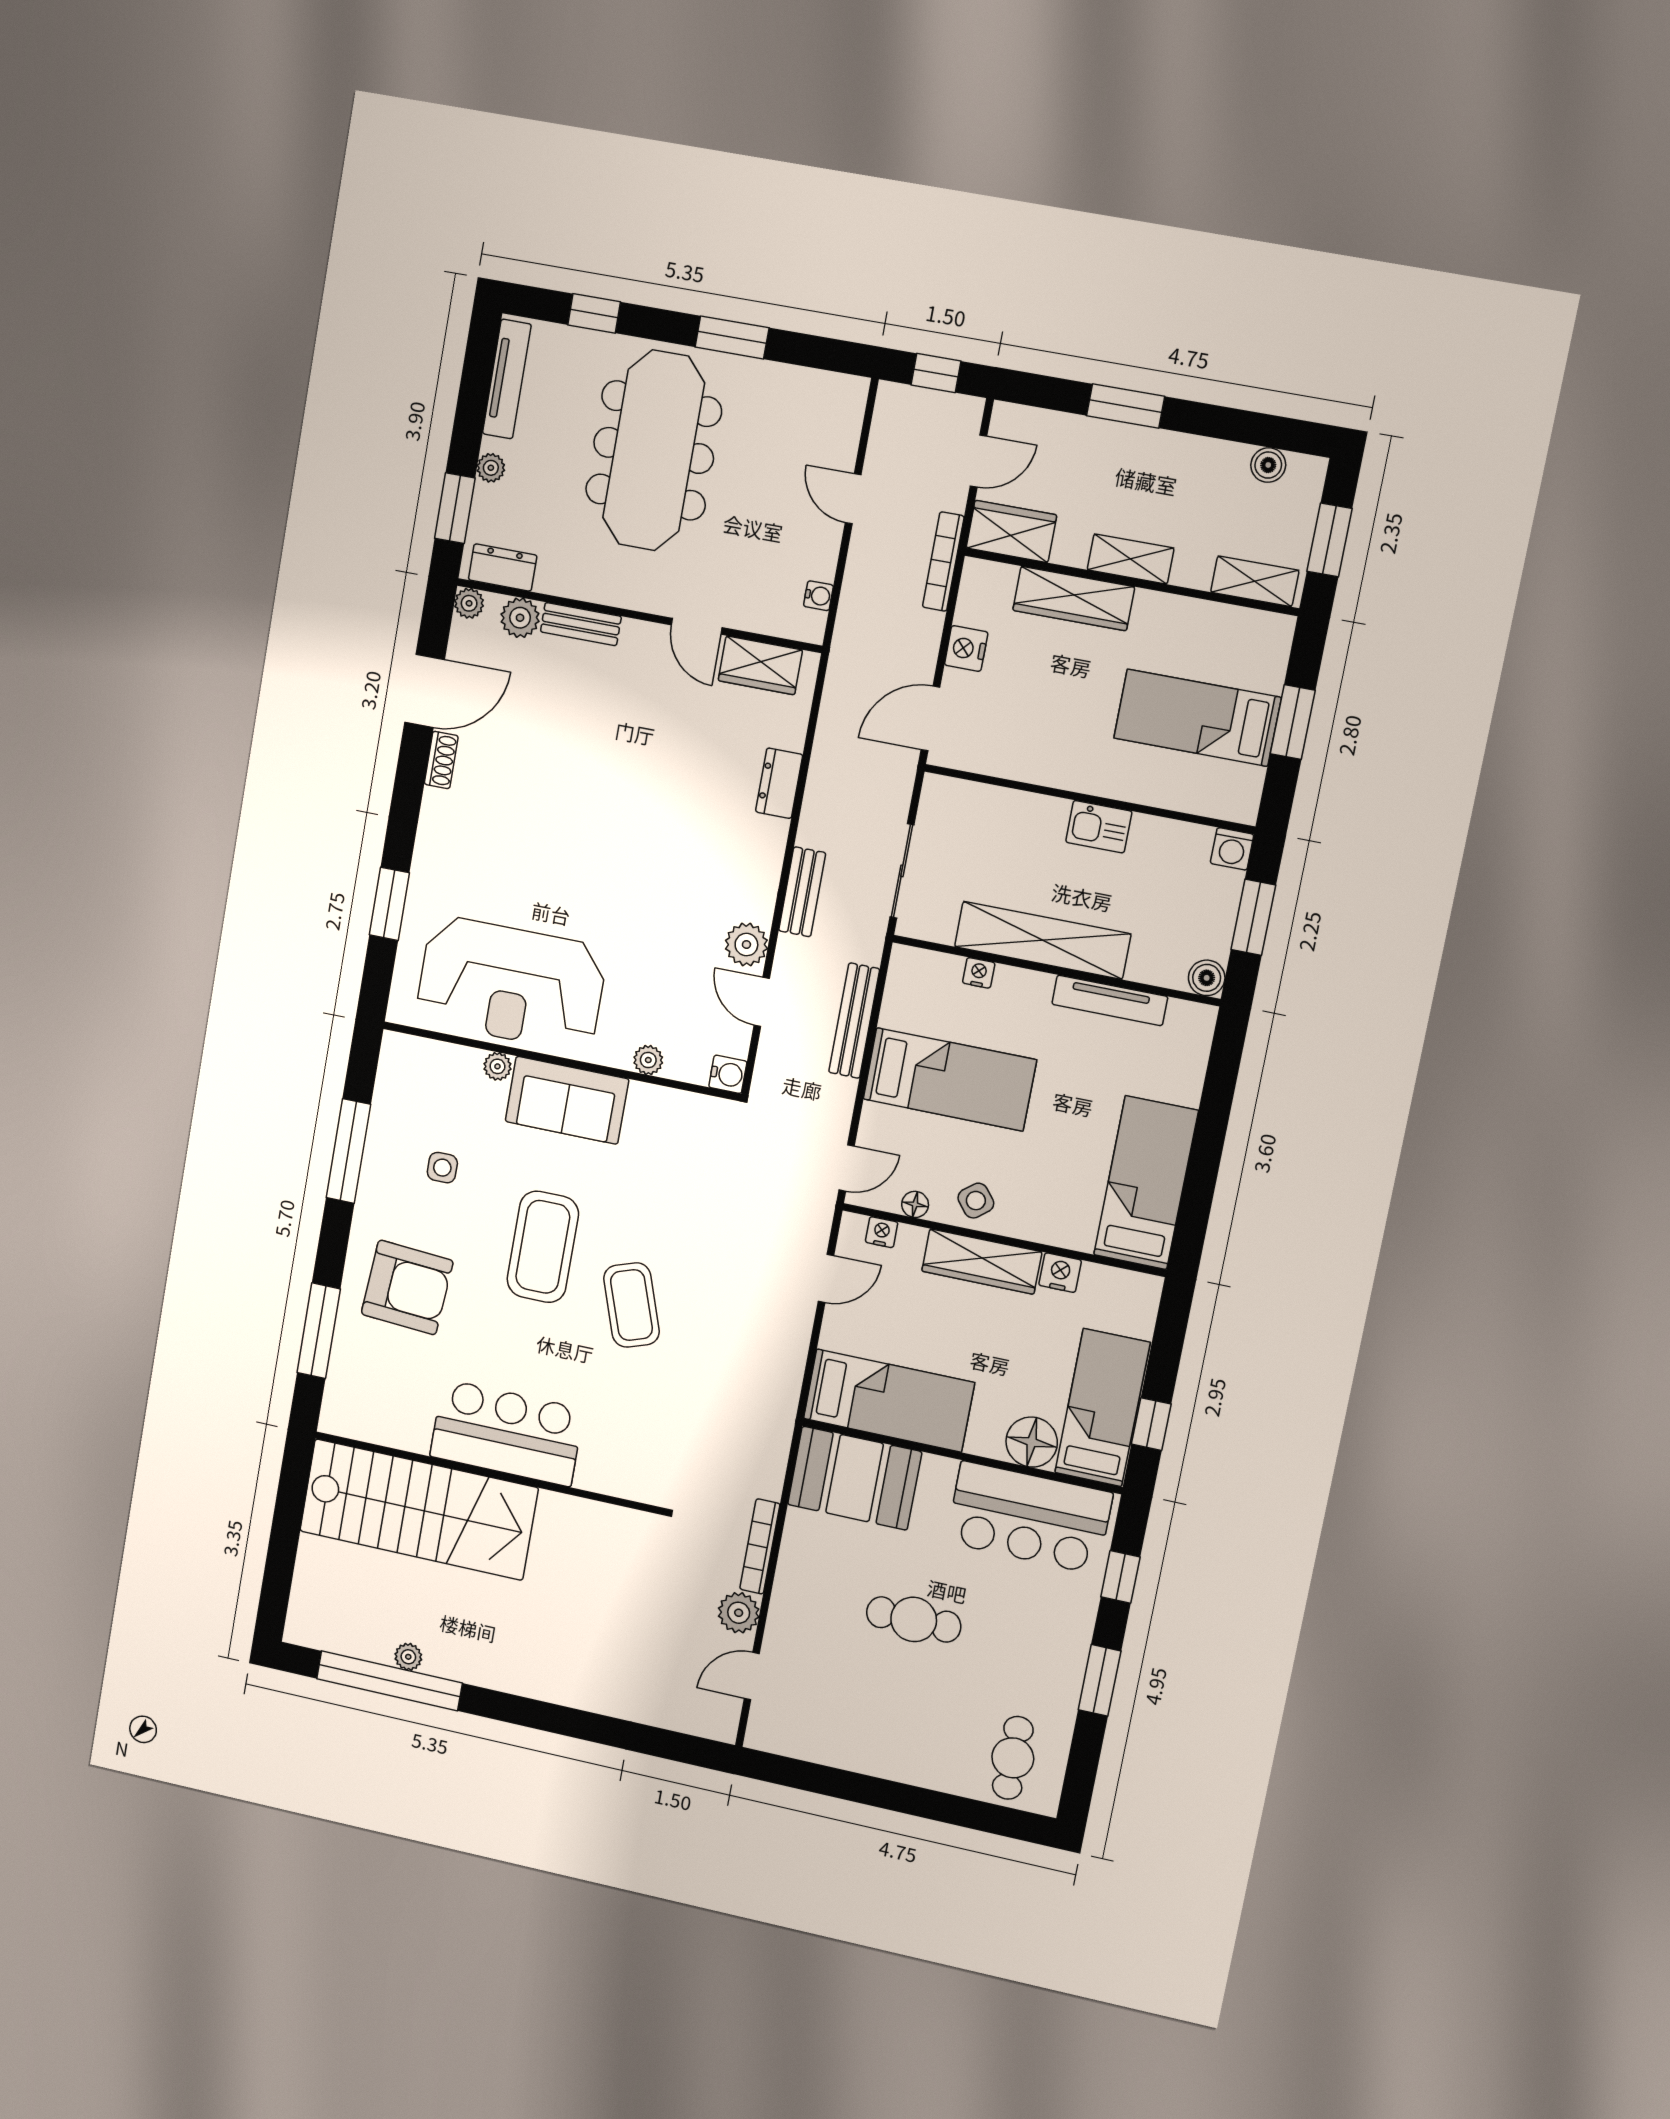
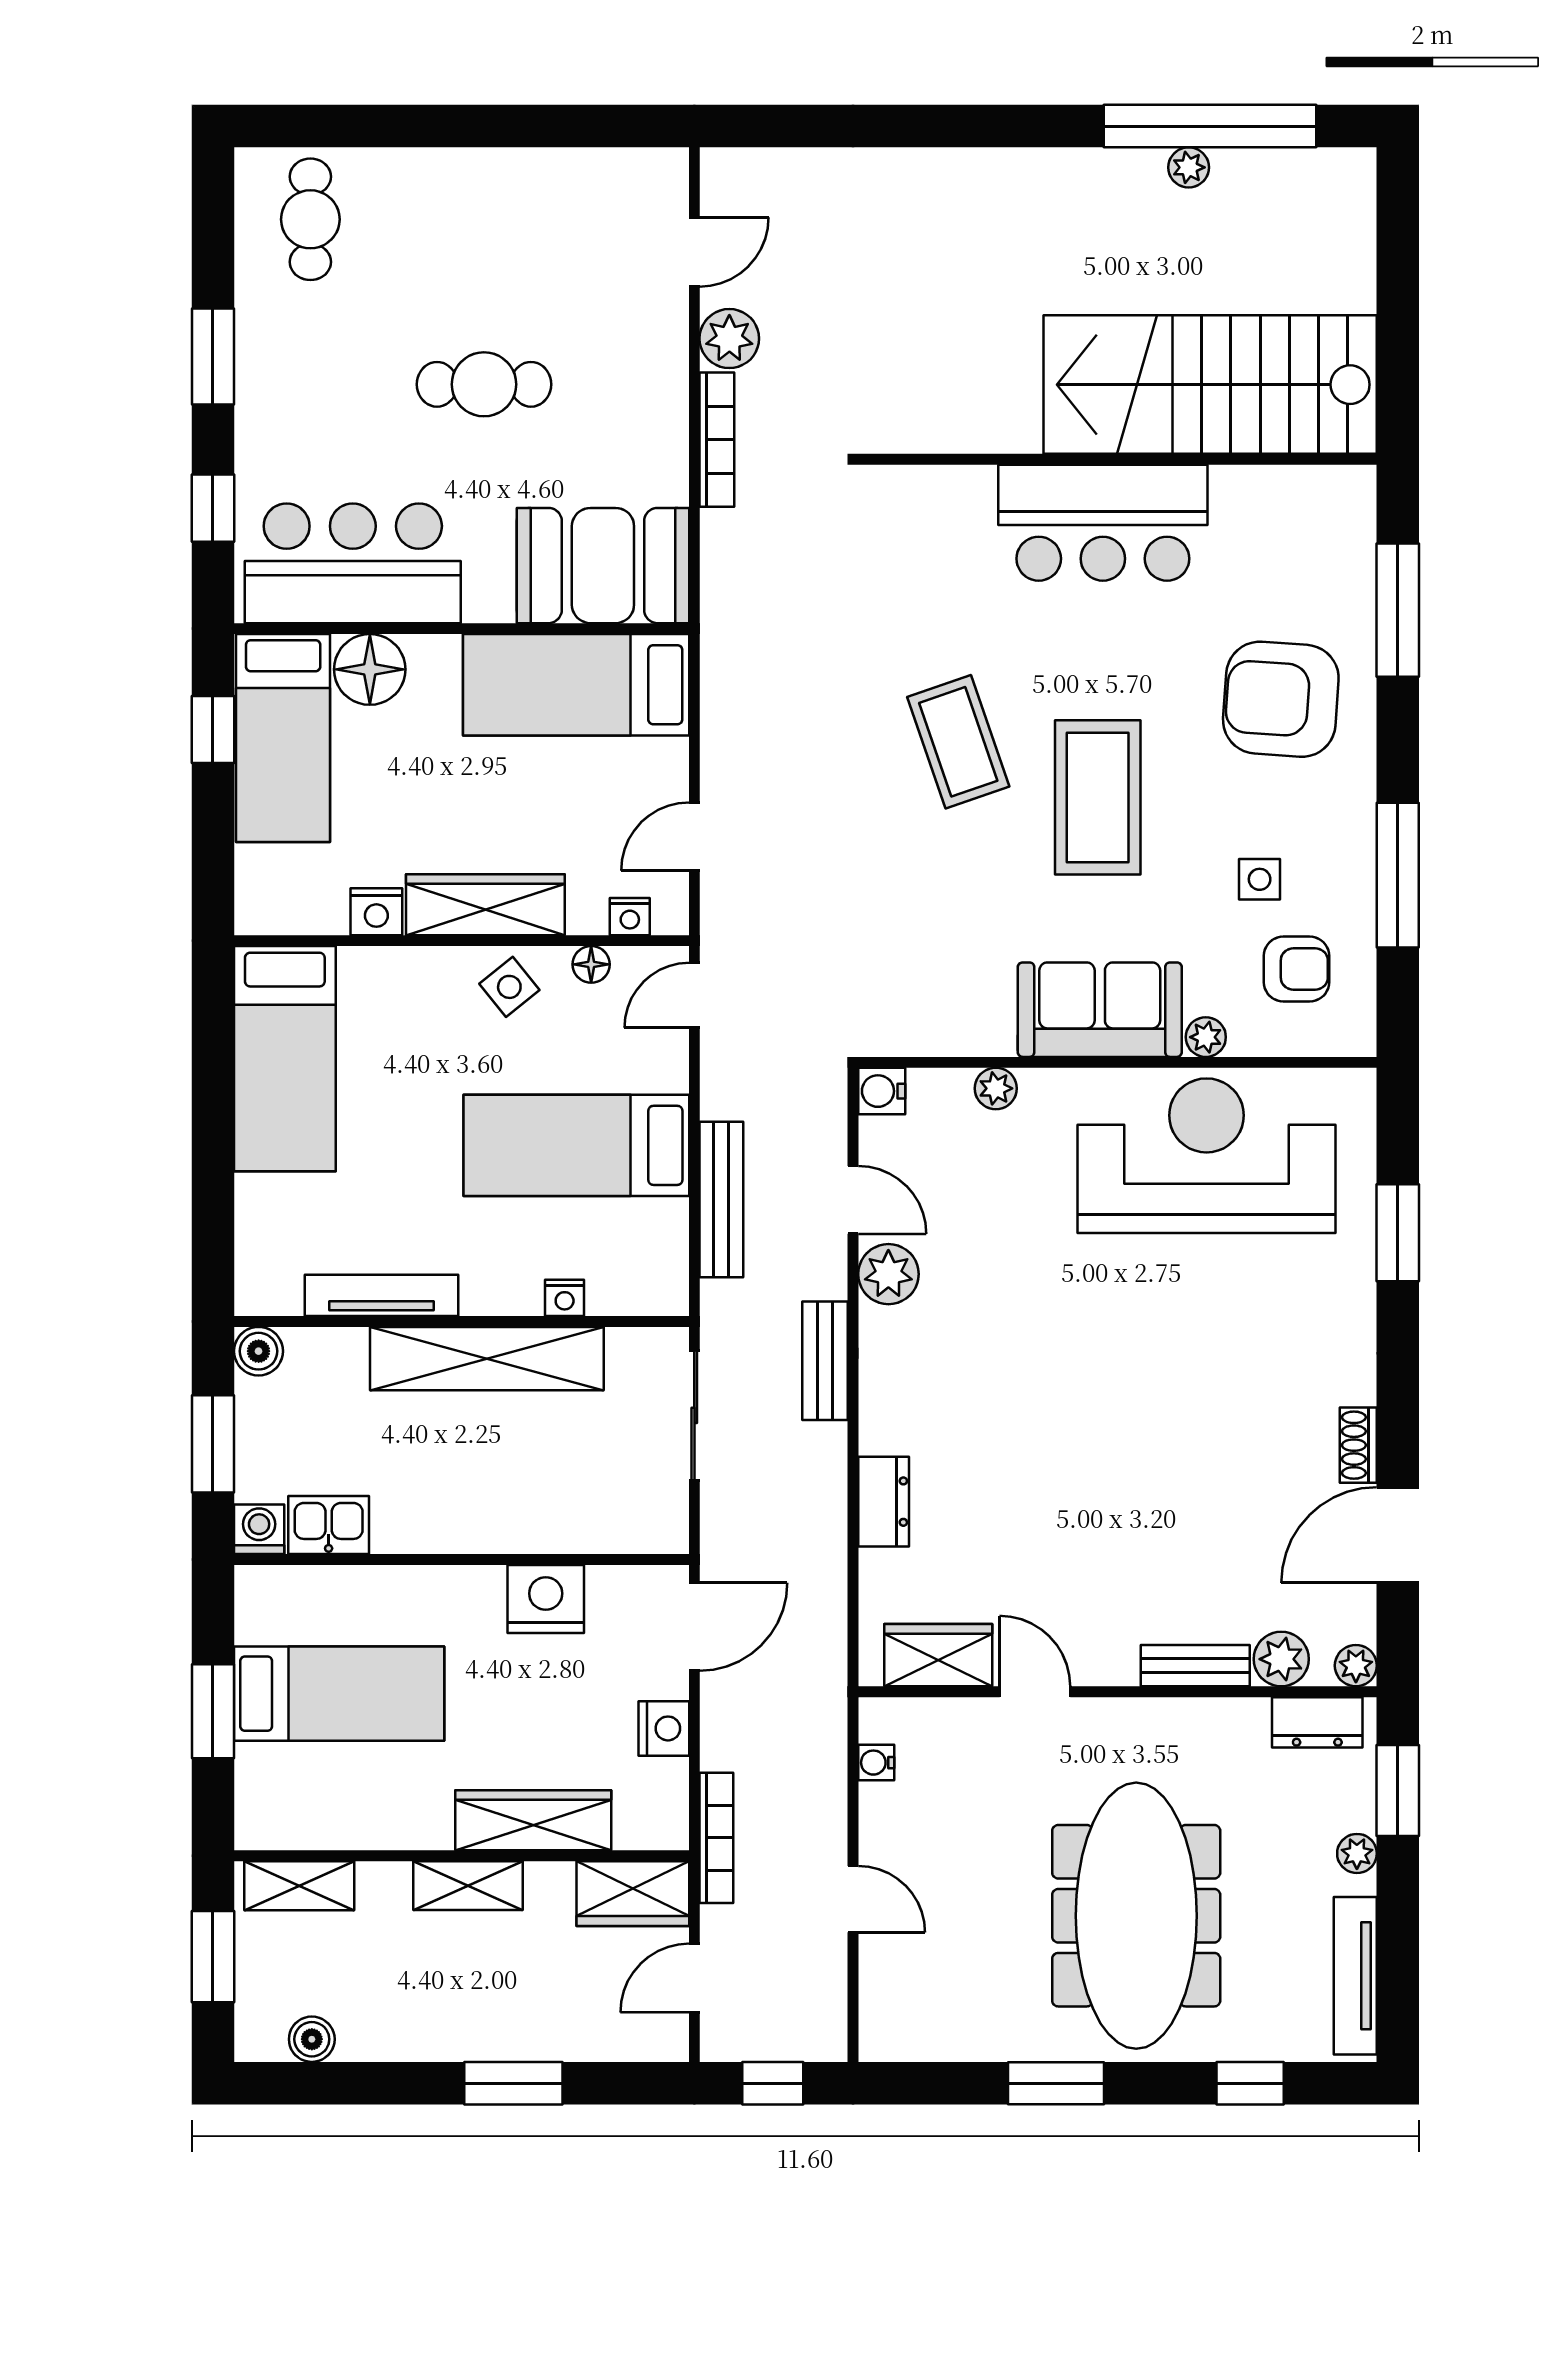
nightstand: (1034, 759) -> (546, 1599), added
kitchen sink: (1099, 827) -> (329, 1525), moved
armchair: (428, 1101) -> (1296, 969), added

